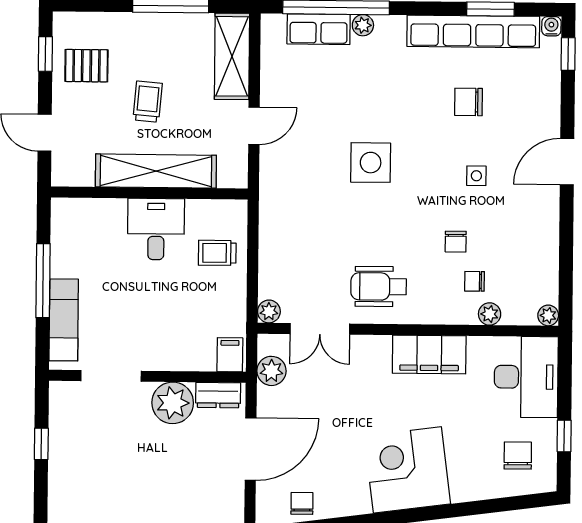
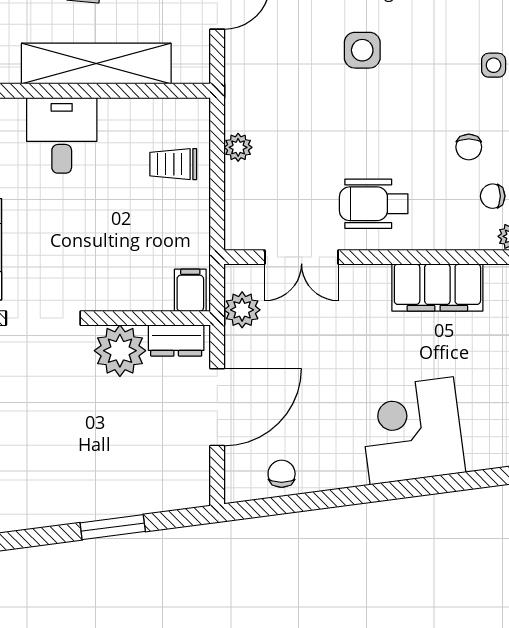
side table: (371, 163) -> (362, 50), width x0.73, depth x0.73
desk: (156, 229) -> (62, 135), moved
plant: (269, 311) -> (238, 147), moved

